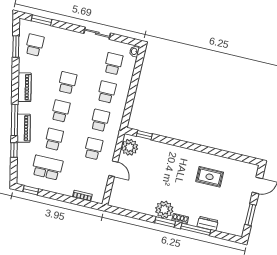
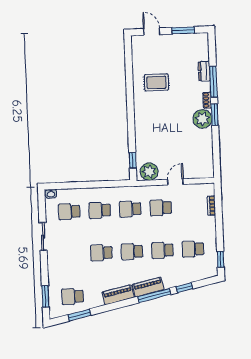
piano: (24, 128) -> (148, 287), moved
school desk: (47, 168) -> (193, 249), width x0.54
rug: (210, 177) -> (156, 82), turned 90

